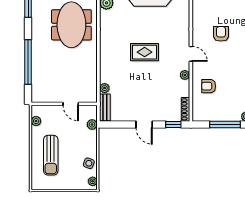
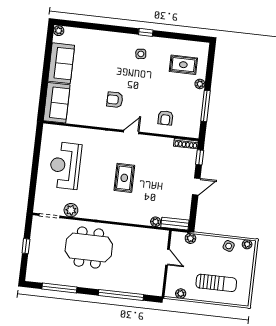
plant: (185, 75) -> (152, 140), removed
door: (71, 104) -> (167, 257), hinge flipped

